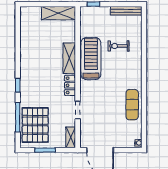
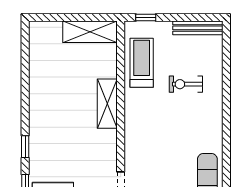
treadmill: (91, 59) -> (142, 63), moved, width x0.73, depth x0.73
locker: (70, 85) -> (108, 147), removed

